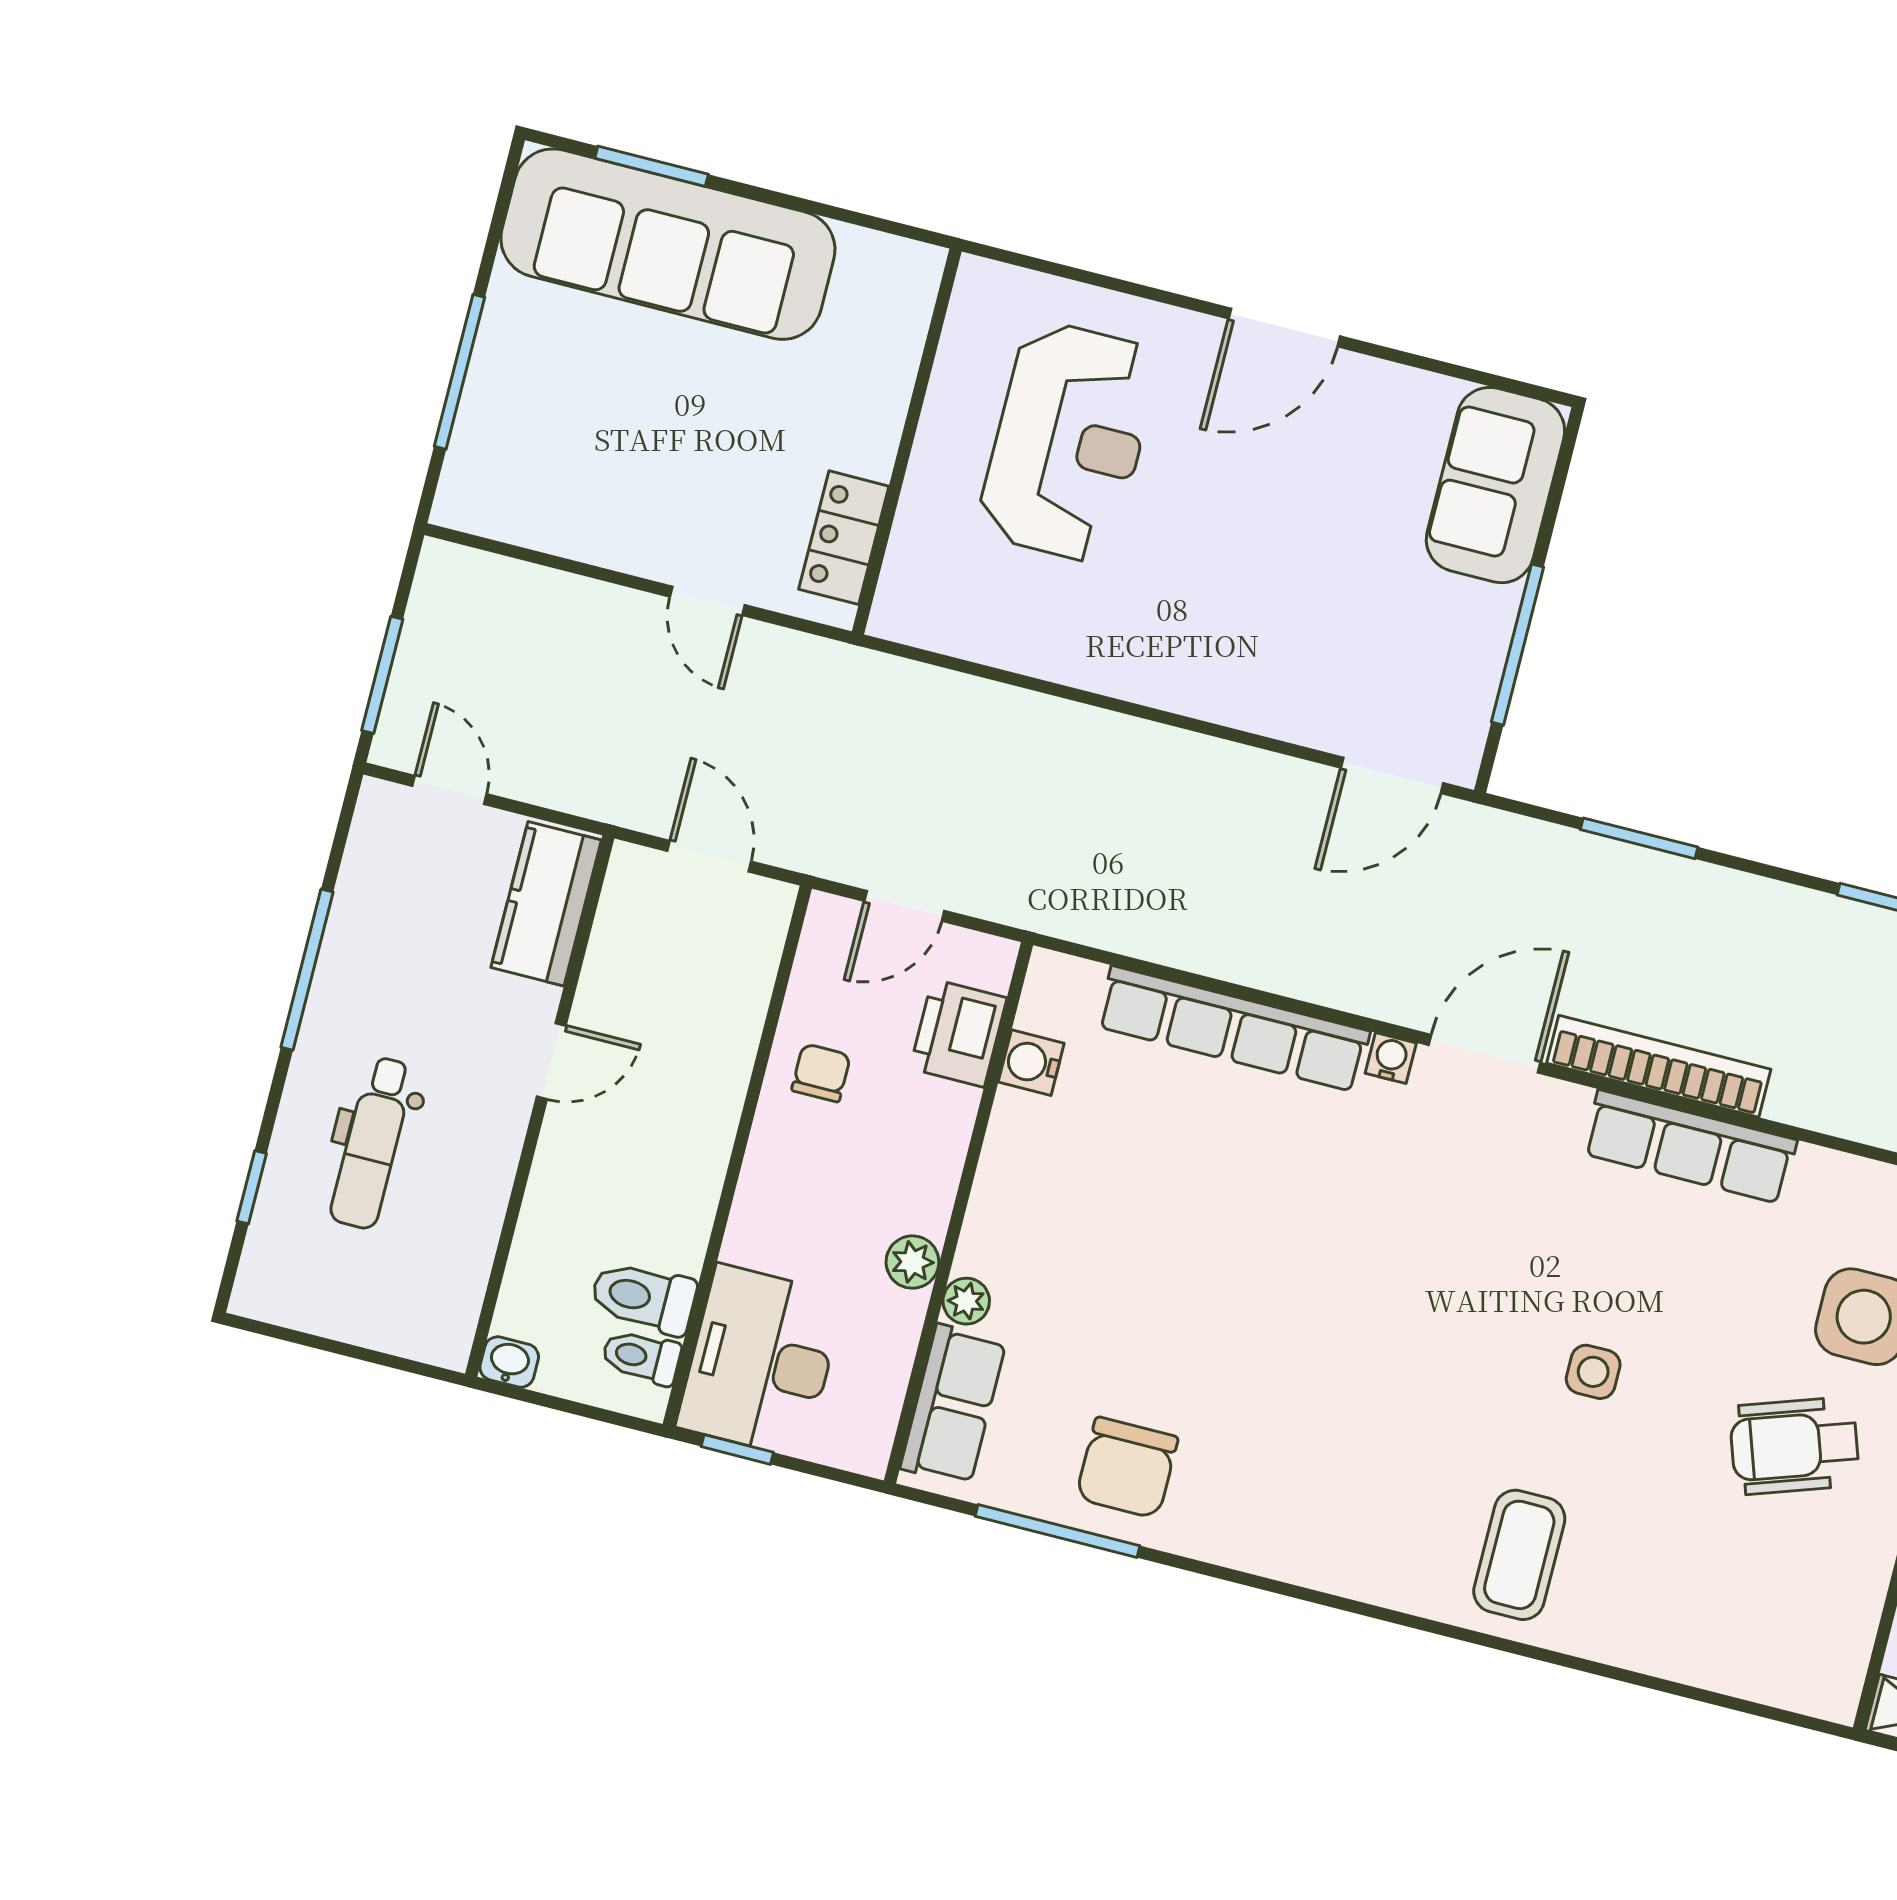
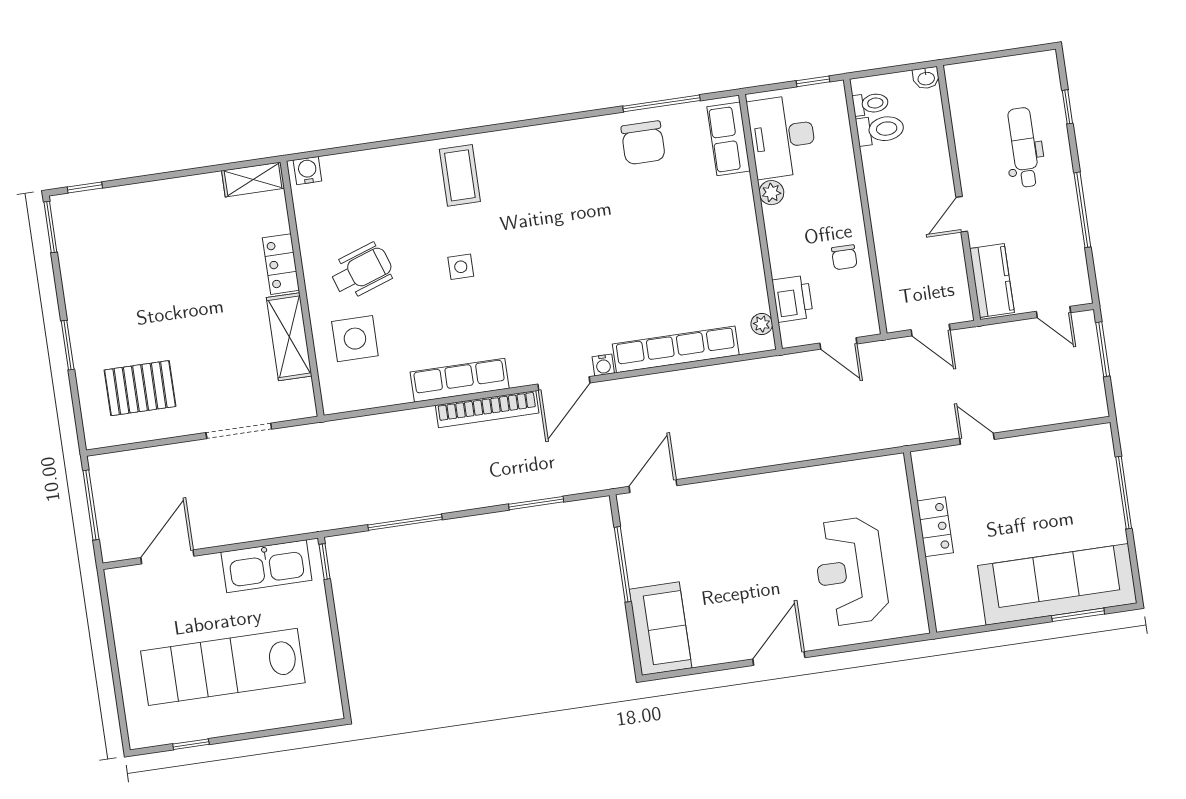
locker: (844, 538) -> (935, 527), moved
door: (904, 906) -> (838, 343), swing flipped
water cooler: (1031, 1063) -> (307, 171), moved, turned -90
plant: (966, 1301) -> (762, 324), moved
desk: (761, 1361) -> (782, 136), moved, turned 180
chair: (1127, 1468) -> (643, 143), turned 180

